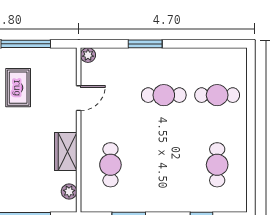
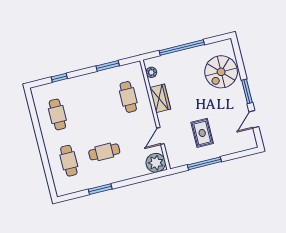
window: (145, 44) -> (100, 189), moved
plant: (88, 55) -> (156, 163), width x1.87, depth x1.87
cafe table: (217, 95) -> (69, 161), turned 90

